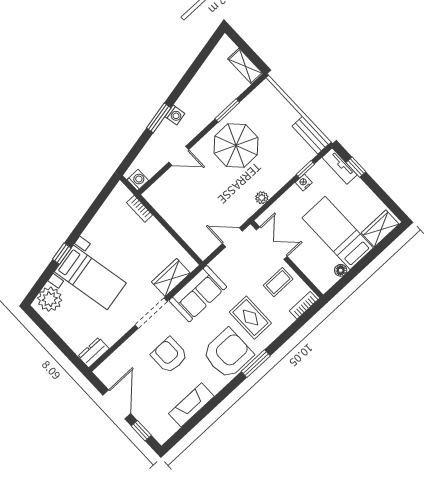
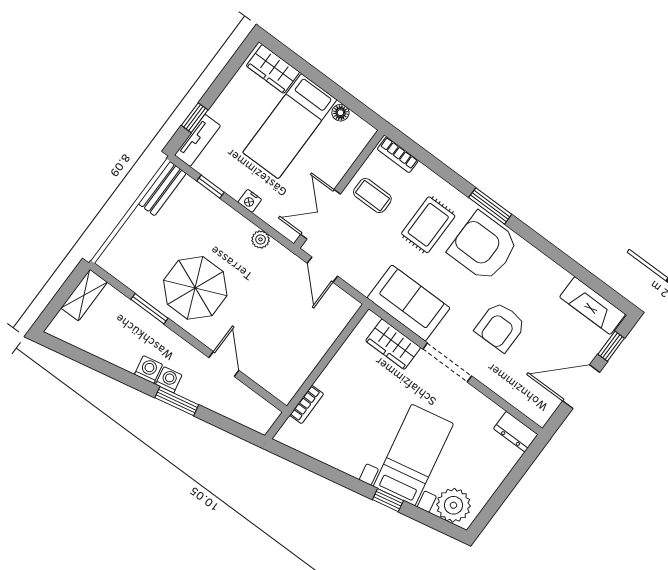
washing machine: (138, 180) -> (149, 369), moved, turned 79
nightstand: (304, 183) -> (250, 201), moved
fireplace: (191, 405) -> (593, 306), moved

